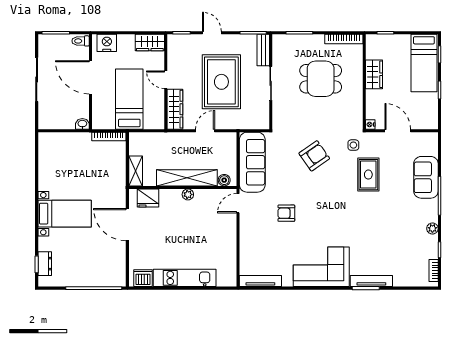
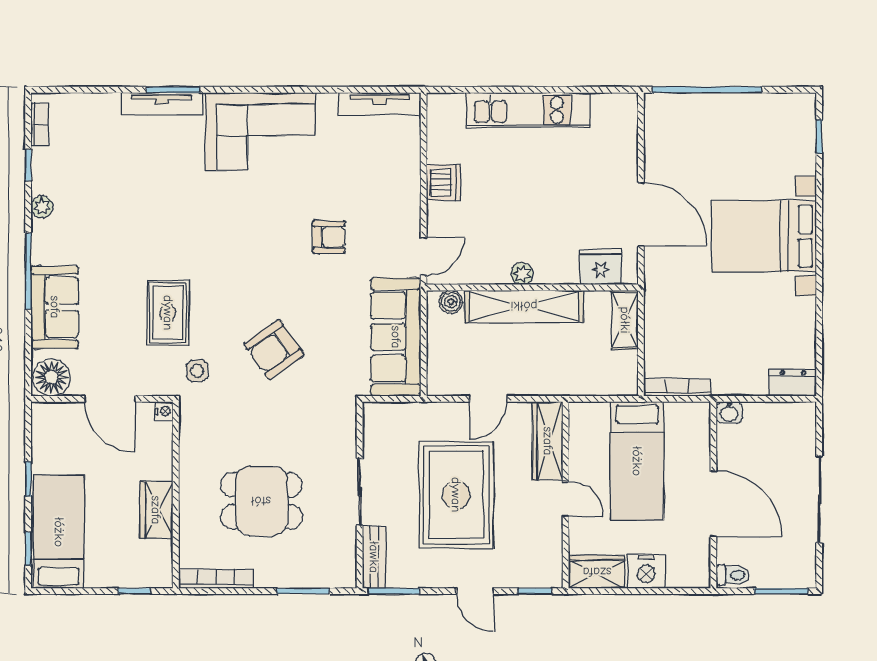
nightstand: (107, 43) -> (646, 571), moved
floor lamp: (428, 142) -> (51, 377), added
bed with nightstands: (65, 214) -> (764, 236), width x1.36
dresser: (45, 264) -> (793, 383), moved, turned 90
dishwasher: (143, 278) -> (443, 182), moved, turned -90

